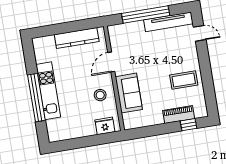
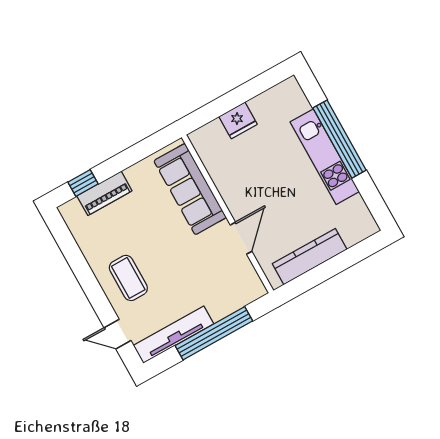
coffee table: (184, 80) -> (128, 278), moved, turned 90
sofa: (129, 93) -> (190, 189), width x1.36
stool: (100, 95) -> (240, 180), removed
fridge: (105, 126) -> (238, 120), moved

